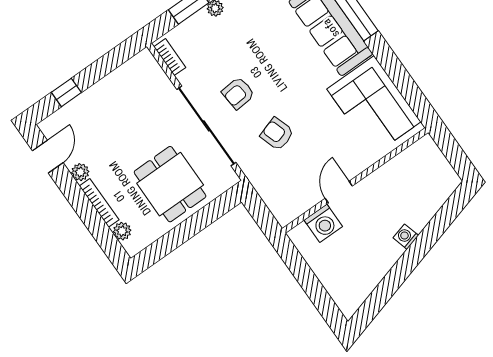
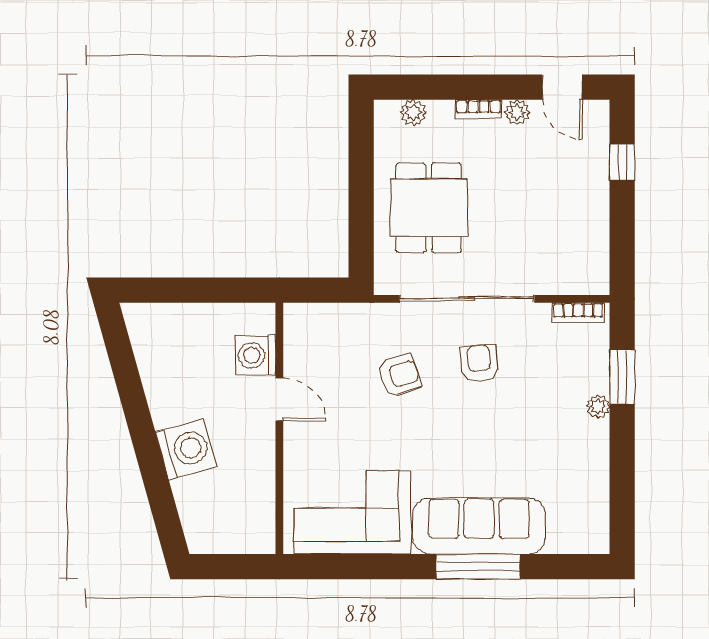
dining table: (170, 184) -> (429, 208), turned 90
bookcase: (99, 203) -> (479, 109), width x0.64
washing machine: (406, 237) -> (186, 449), width x1.89, depth x1.89

